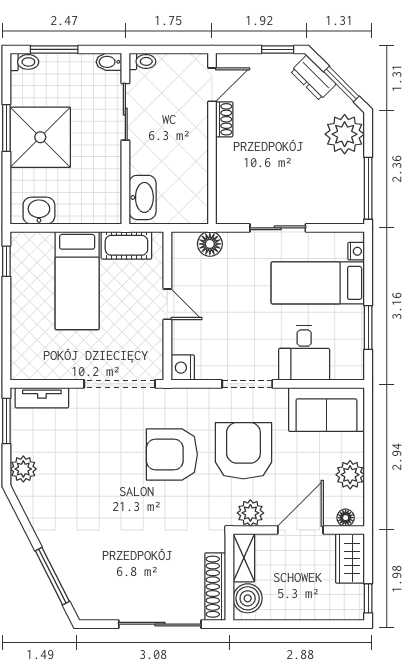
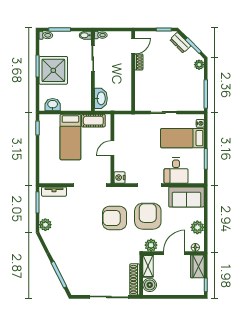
plant: (345, 134) -> (199, 65), width x0.53, depth x0.53
floor lamp: (210, 244) -> (132, 120), removed
door: (167, 304) -> (112, 148), swing flipped

